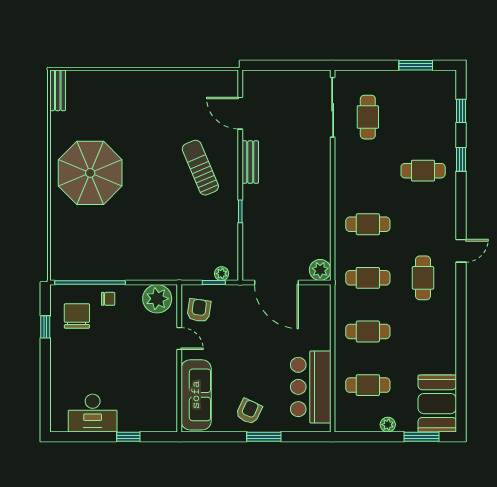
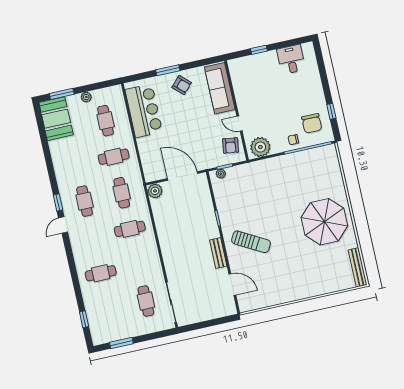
bench: (58, 90) -> (358, 267), width x1.36
window: (461, 159) -> (58, 202), moved
sun lounger: (200, 168) -> (251, 242), turned -38
cafe table: (368, 278) -> (122, 193), turned 90
cafe table: (368, 385) -> (106, 121), turned 90
armchair: (249, 411) -> (182, 85), turned -72
desk: (93, 413) -> (291, 59), width x0.73

